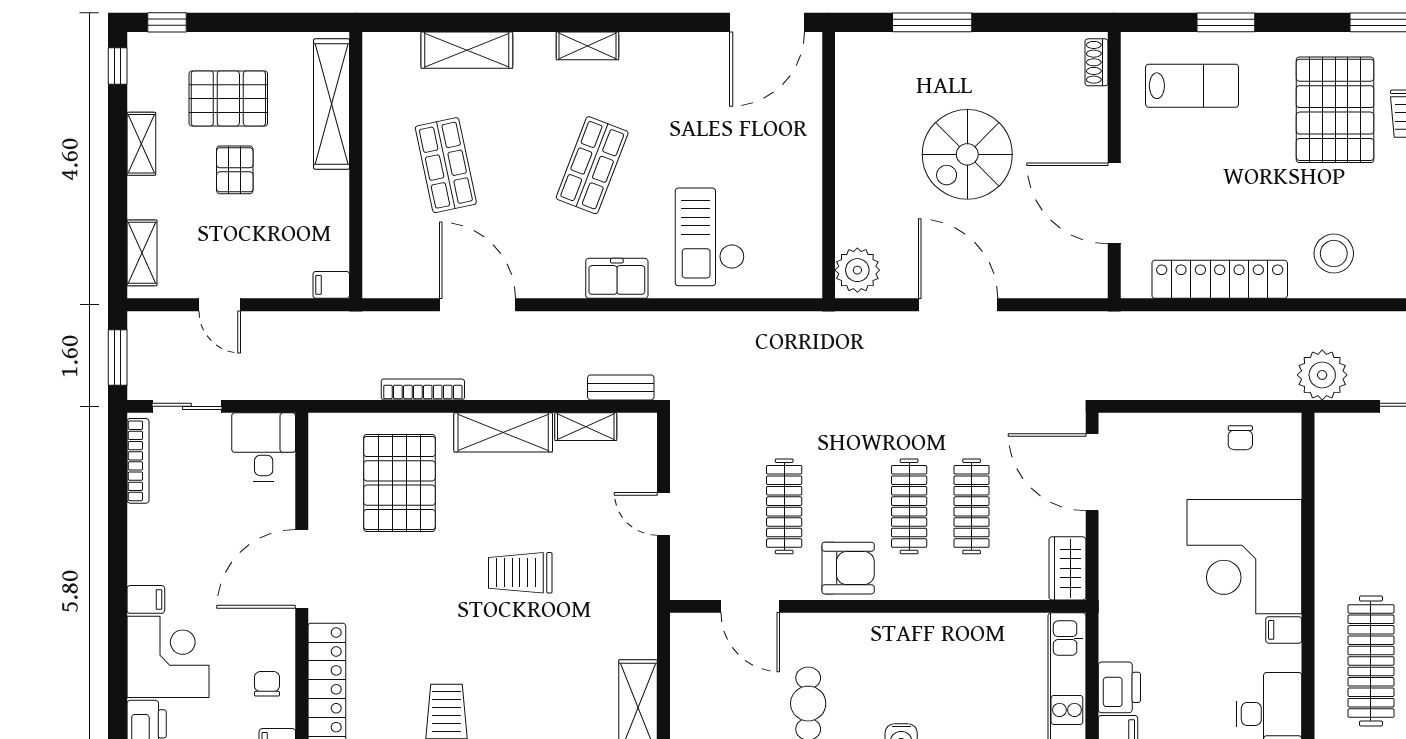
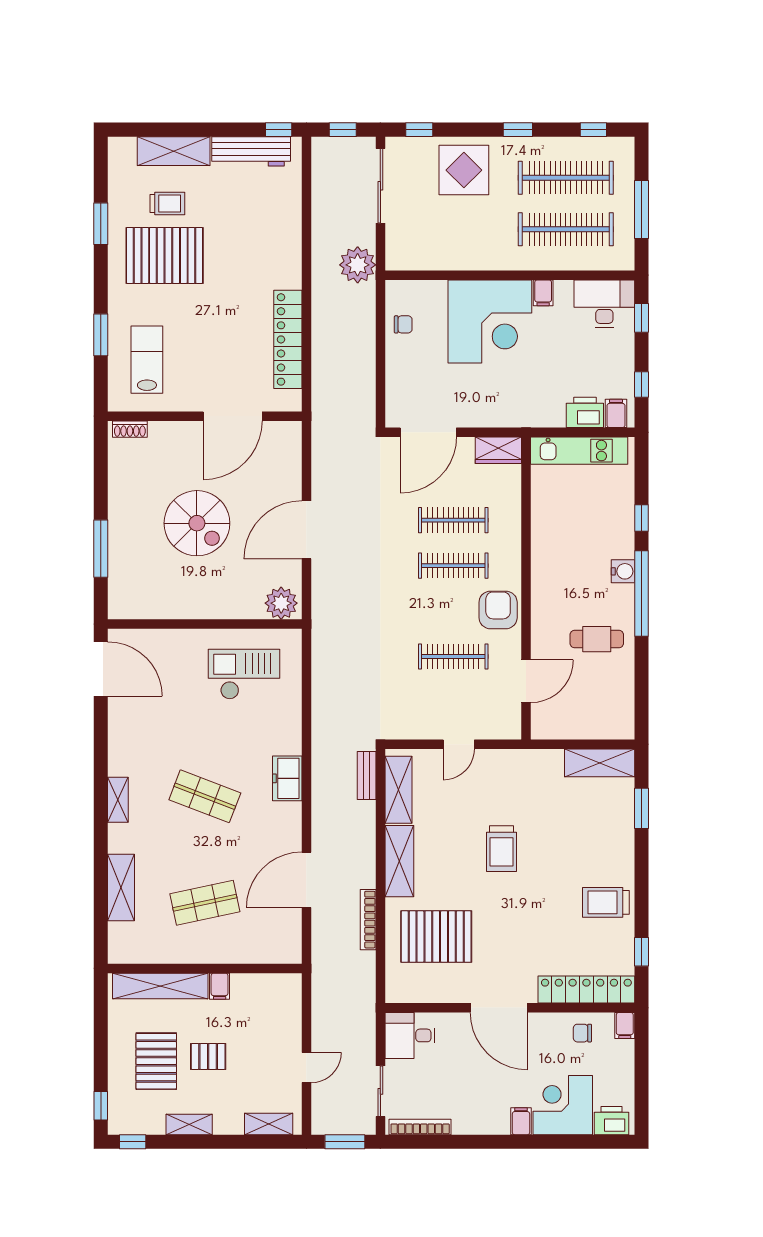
checkout: (710, 237) -> (244, 674), moved, turned 180
stool: (1334, 254) -> (269, 256), removed
filing cabinet: (331, 285) -> (220, 986), moved
shelving: (586, 427) -> (399, 790), width x1.50, depth x1.33

